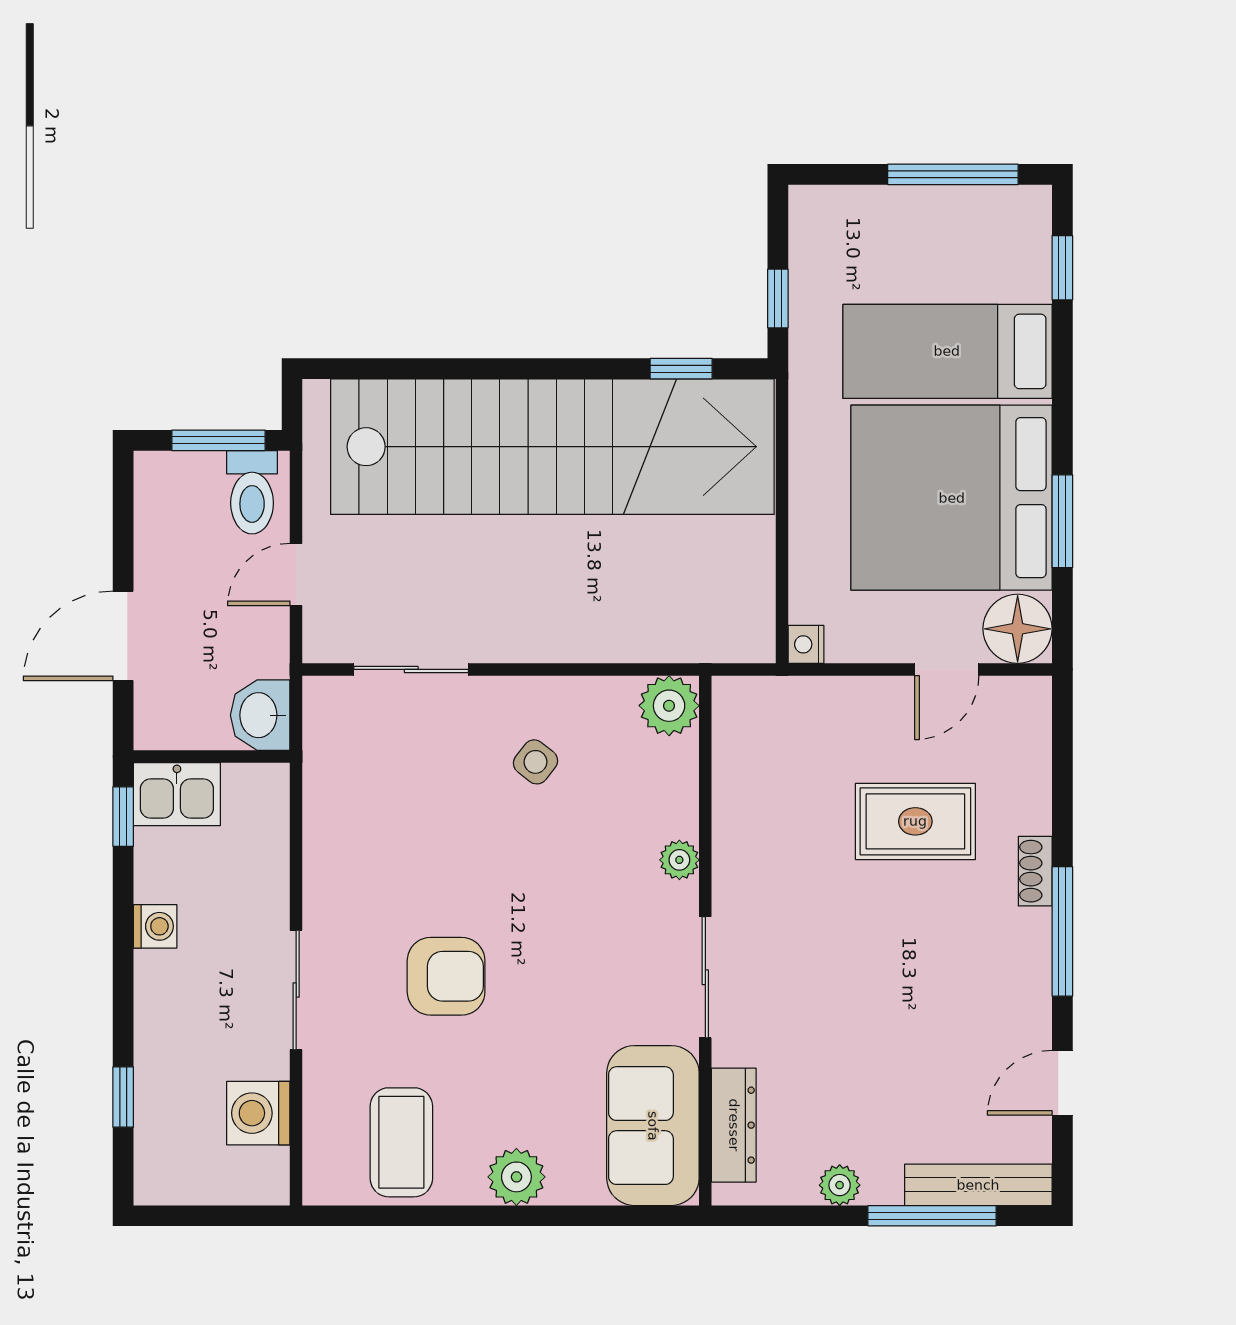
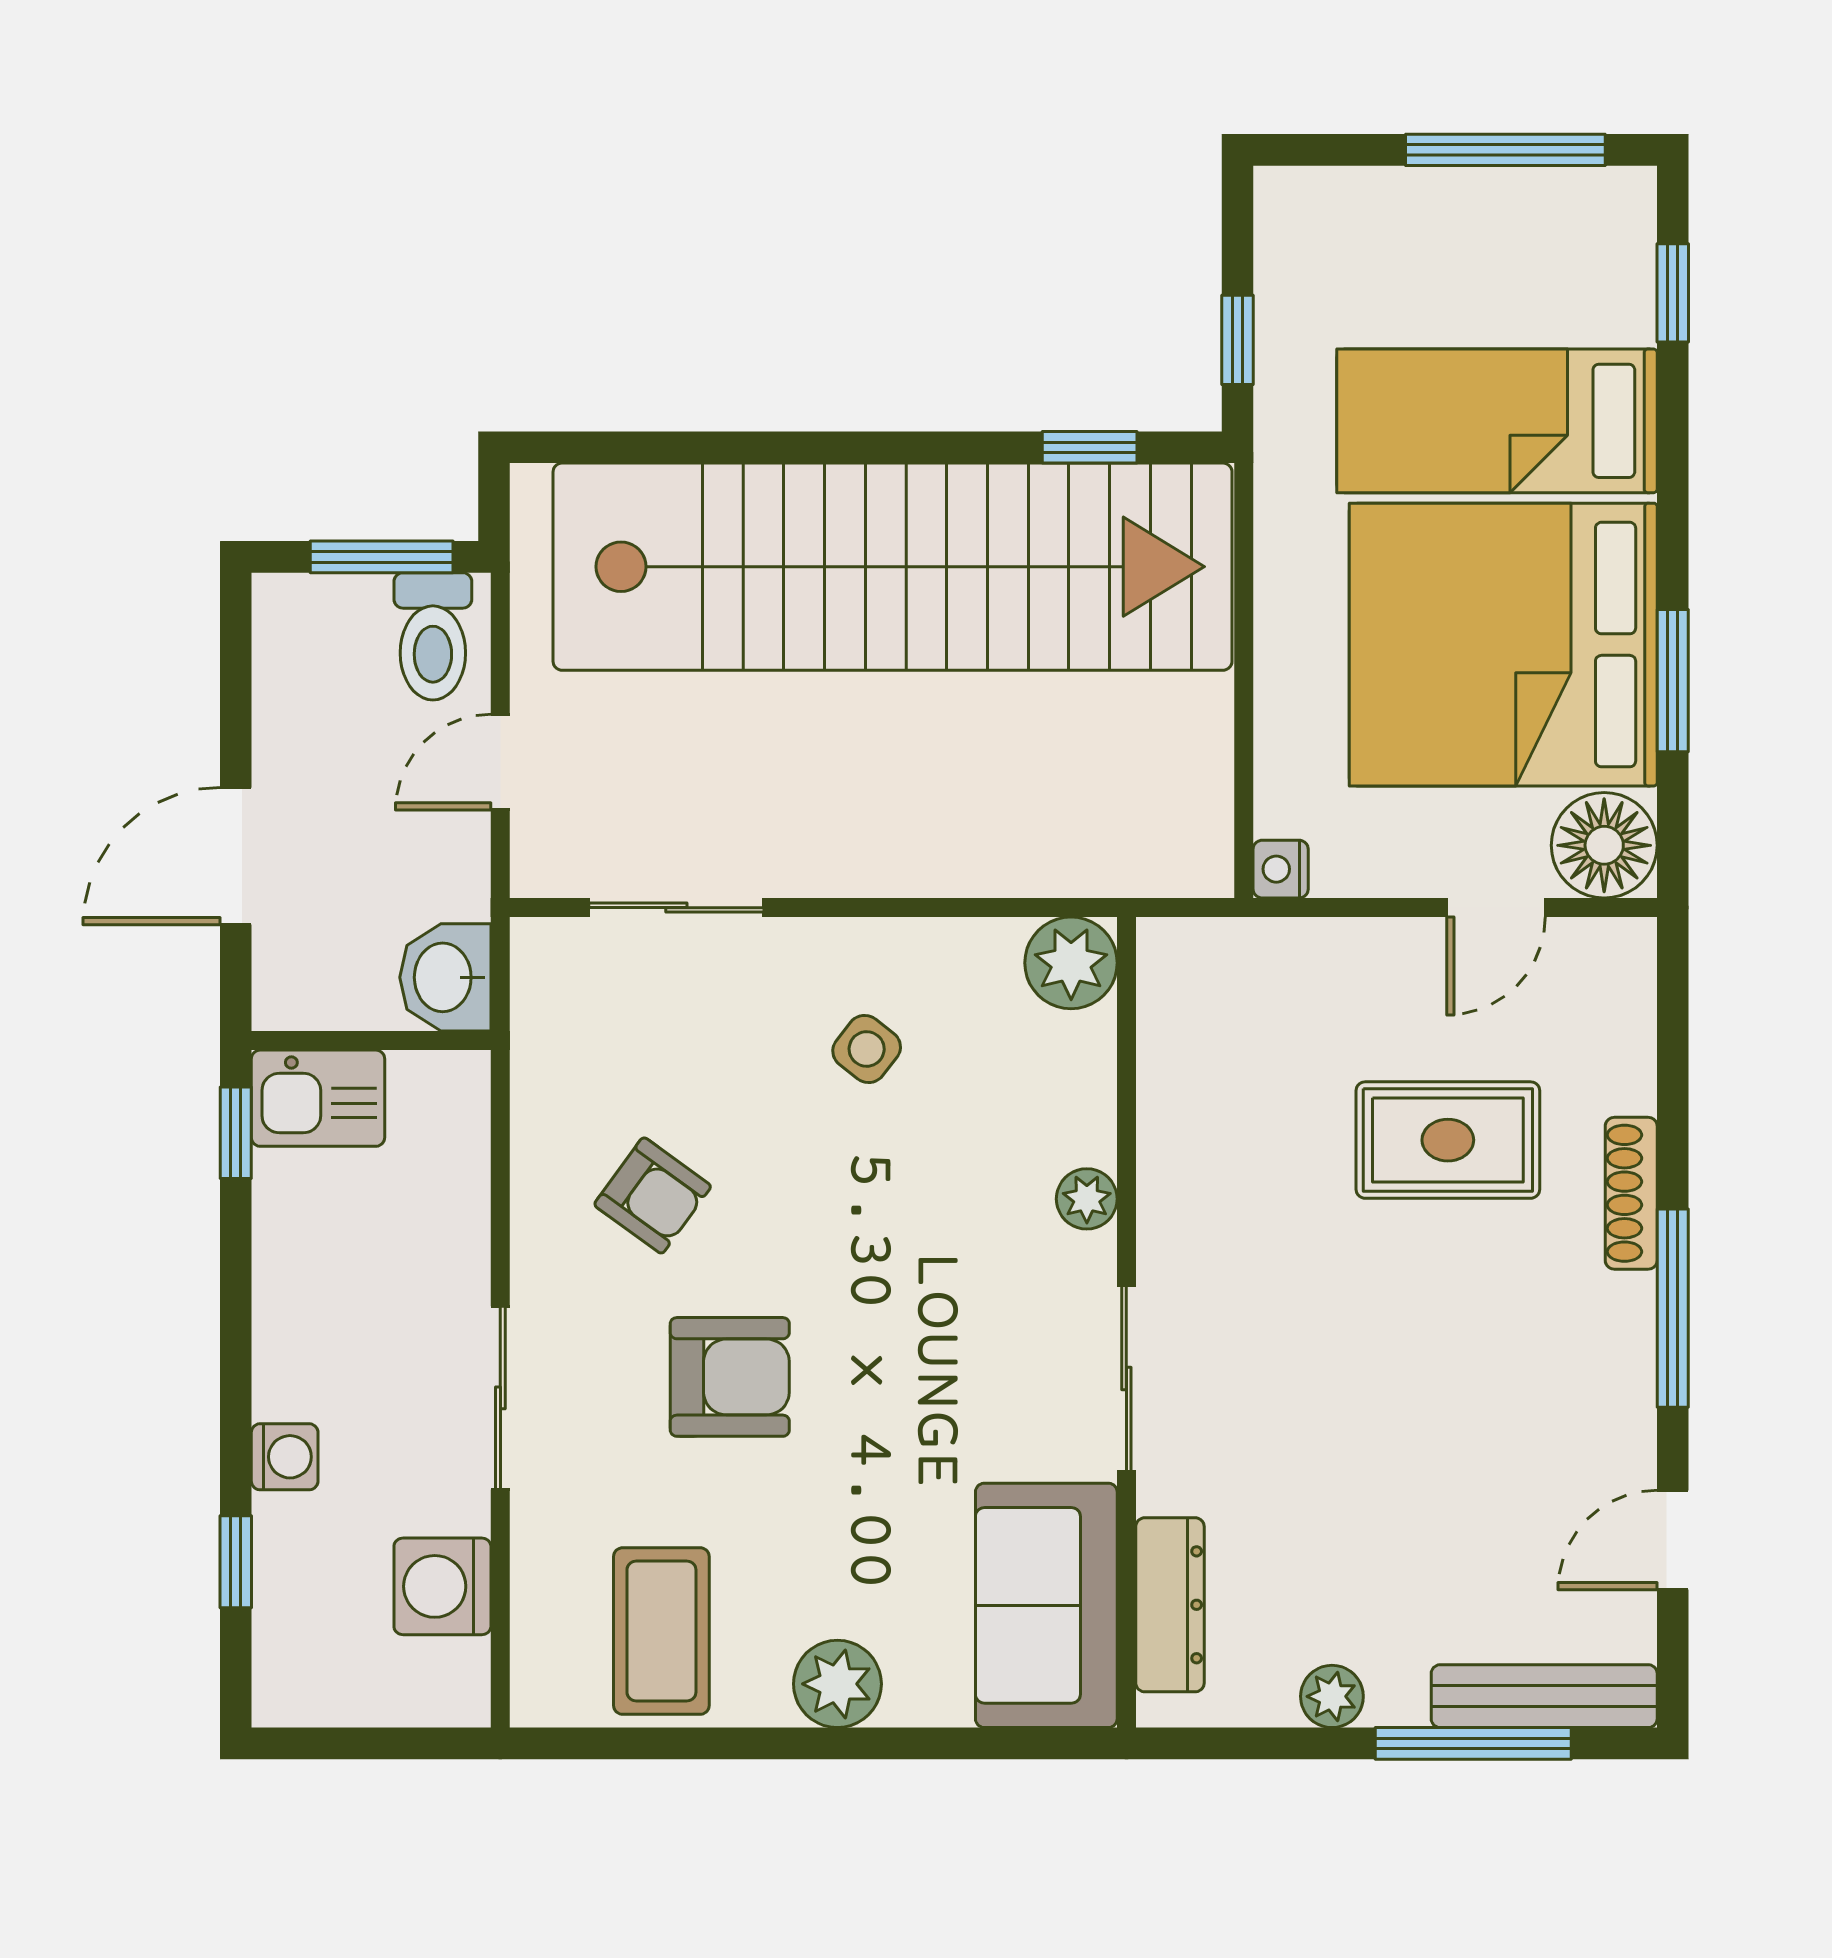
armchair: (396, 858) -> (653, 1195), added
shoe rack: (1035, 871) -> (1631, 1193), width x1.43
washing machine: (155, 926) -> (285, 1457), moved

